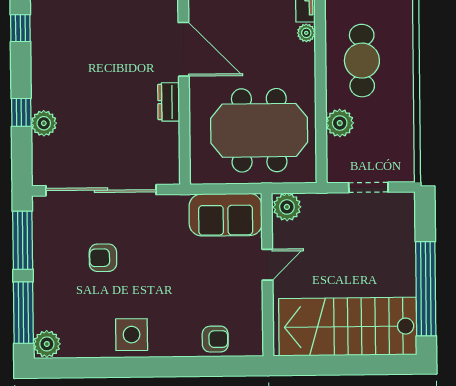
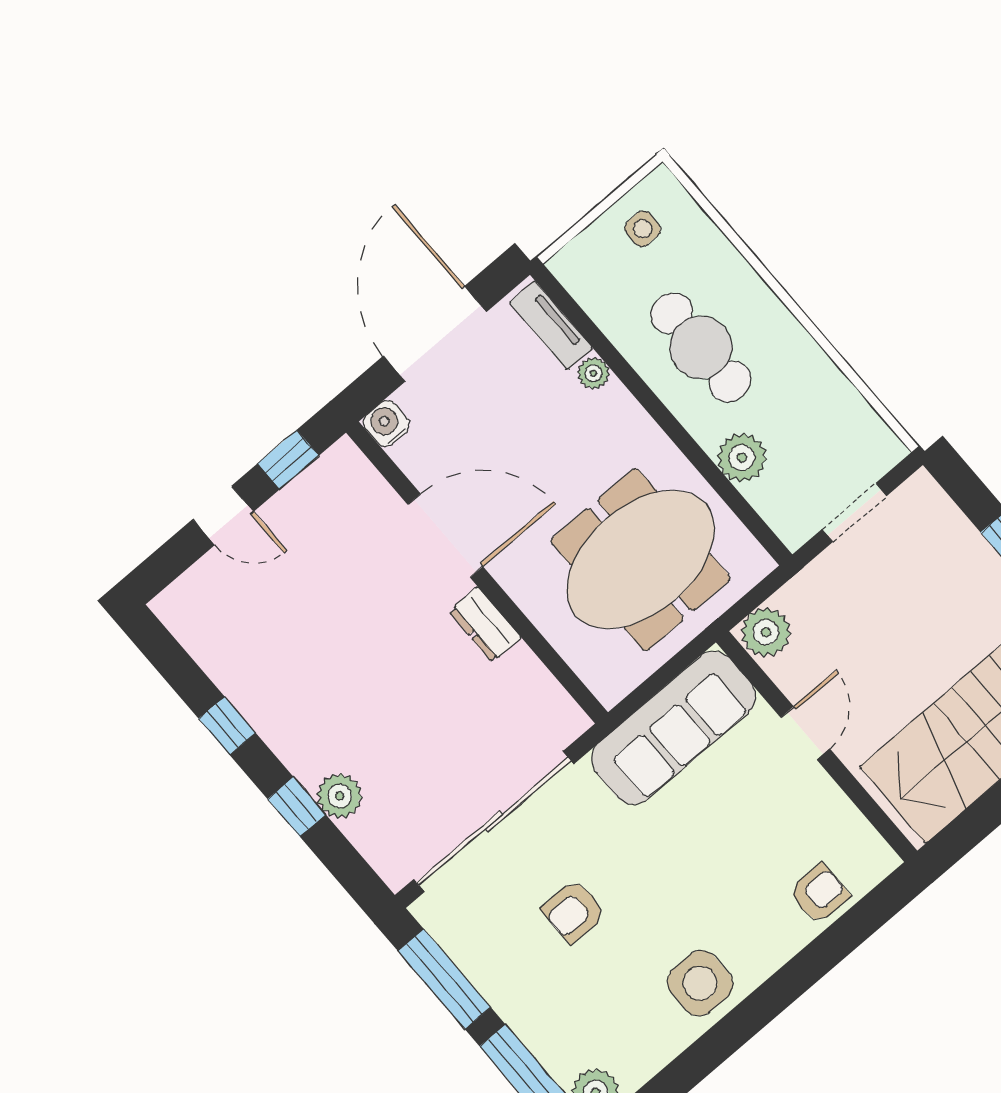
window: (20, 28) -> (227, 726), moved
sofa: (226, 215) -> (674, 728), width x1.36

